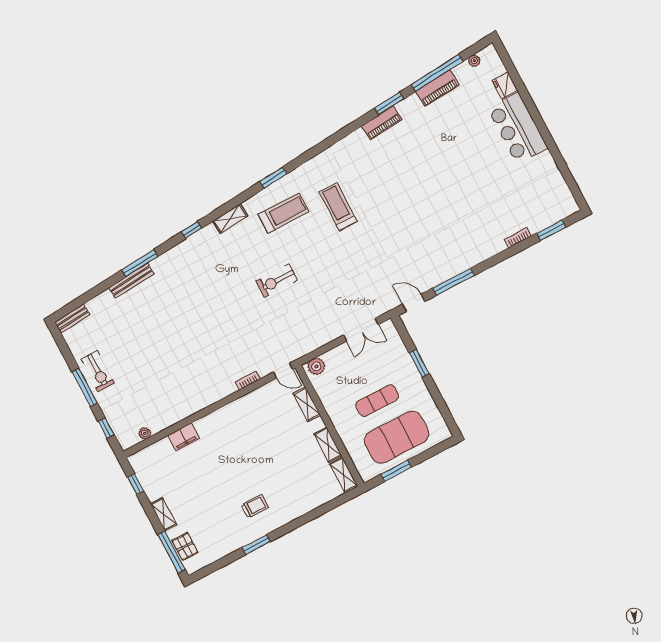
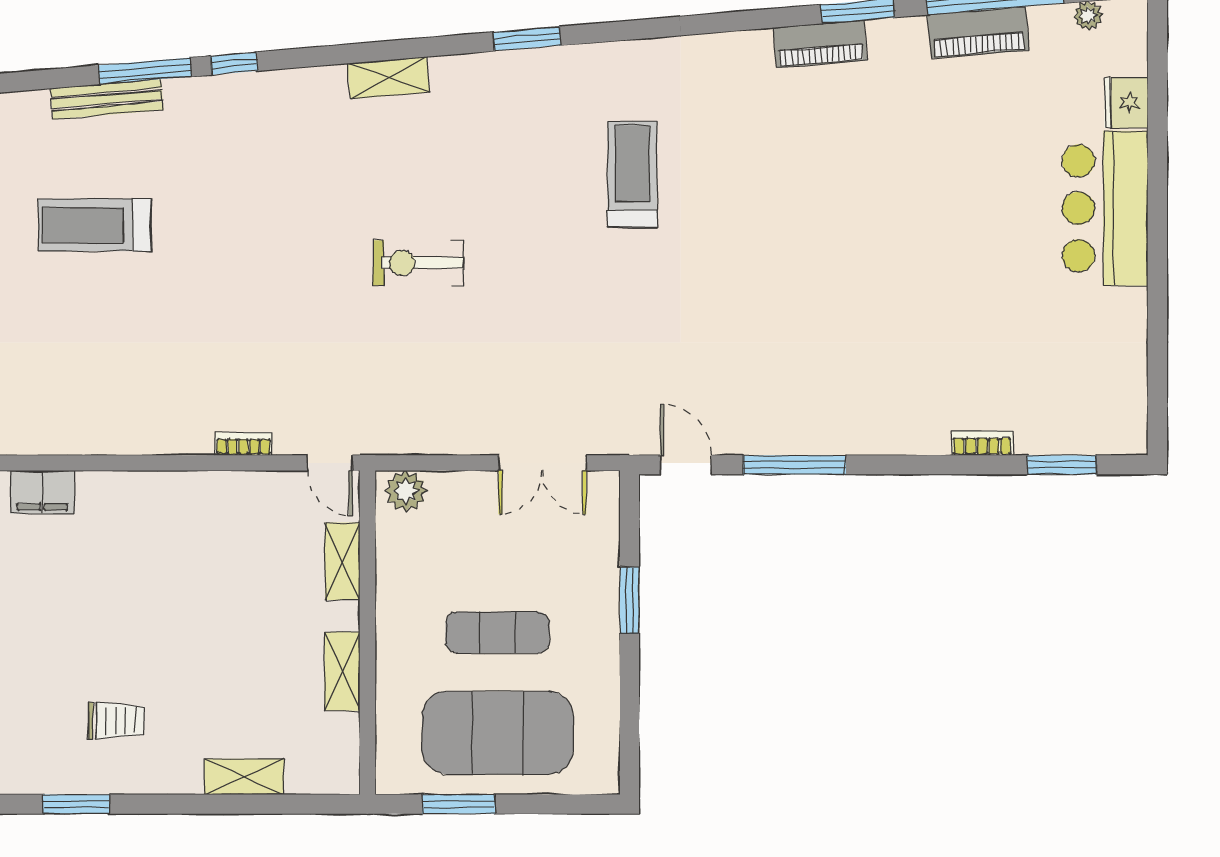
treadmill: (284, 213) -> (94, 225), moved, turned 180
window: (191, 230) -> (234, 63), moved
shelving: (344, 475) -> (244, 777), moved, turned 90

